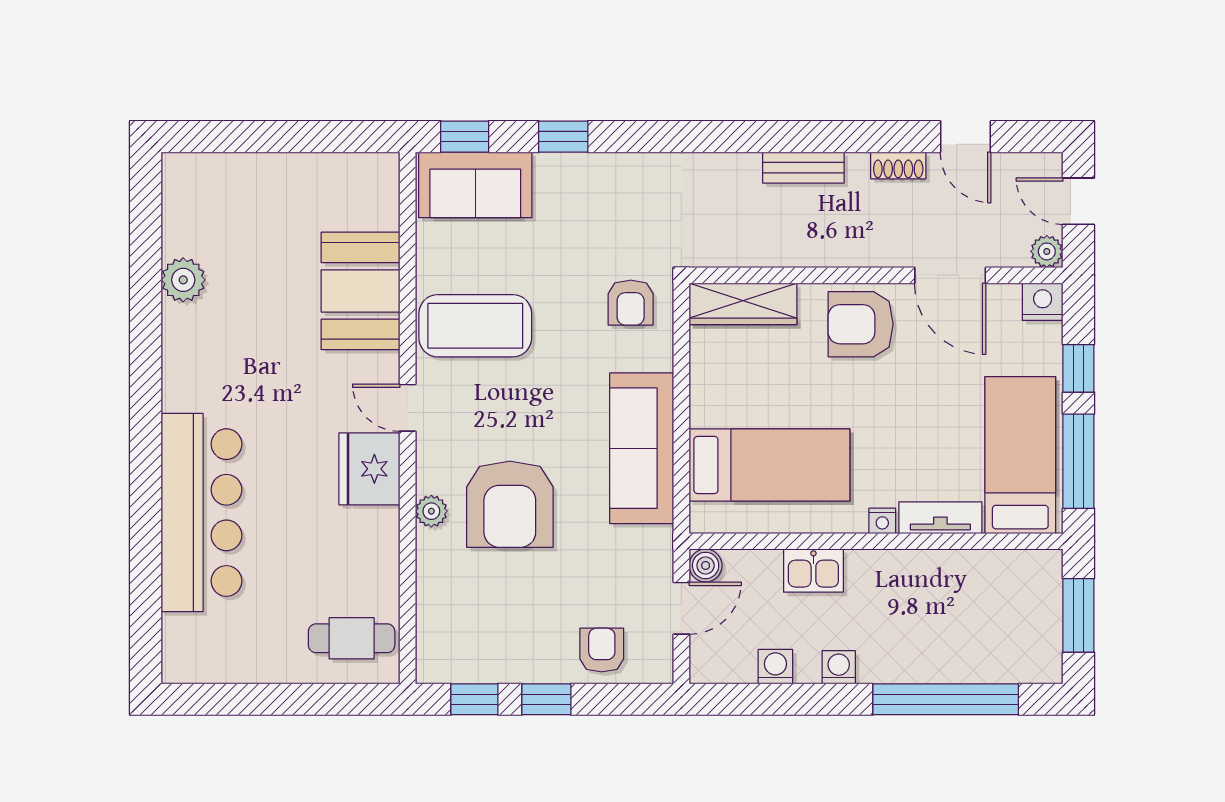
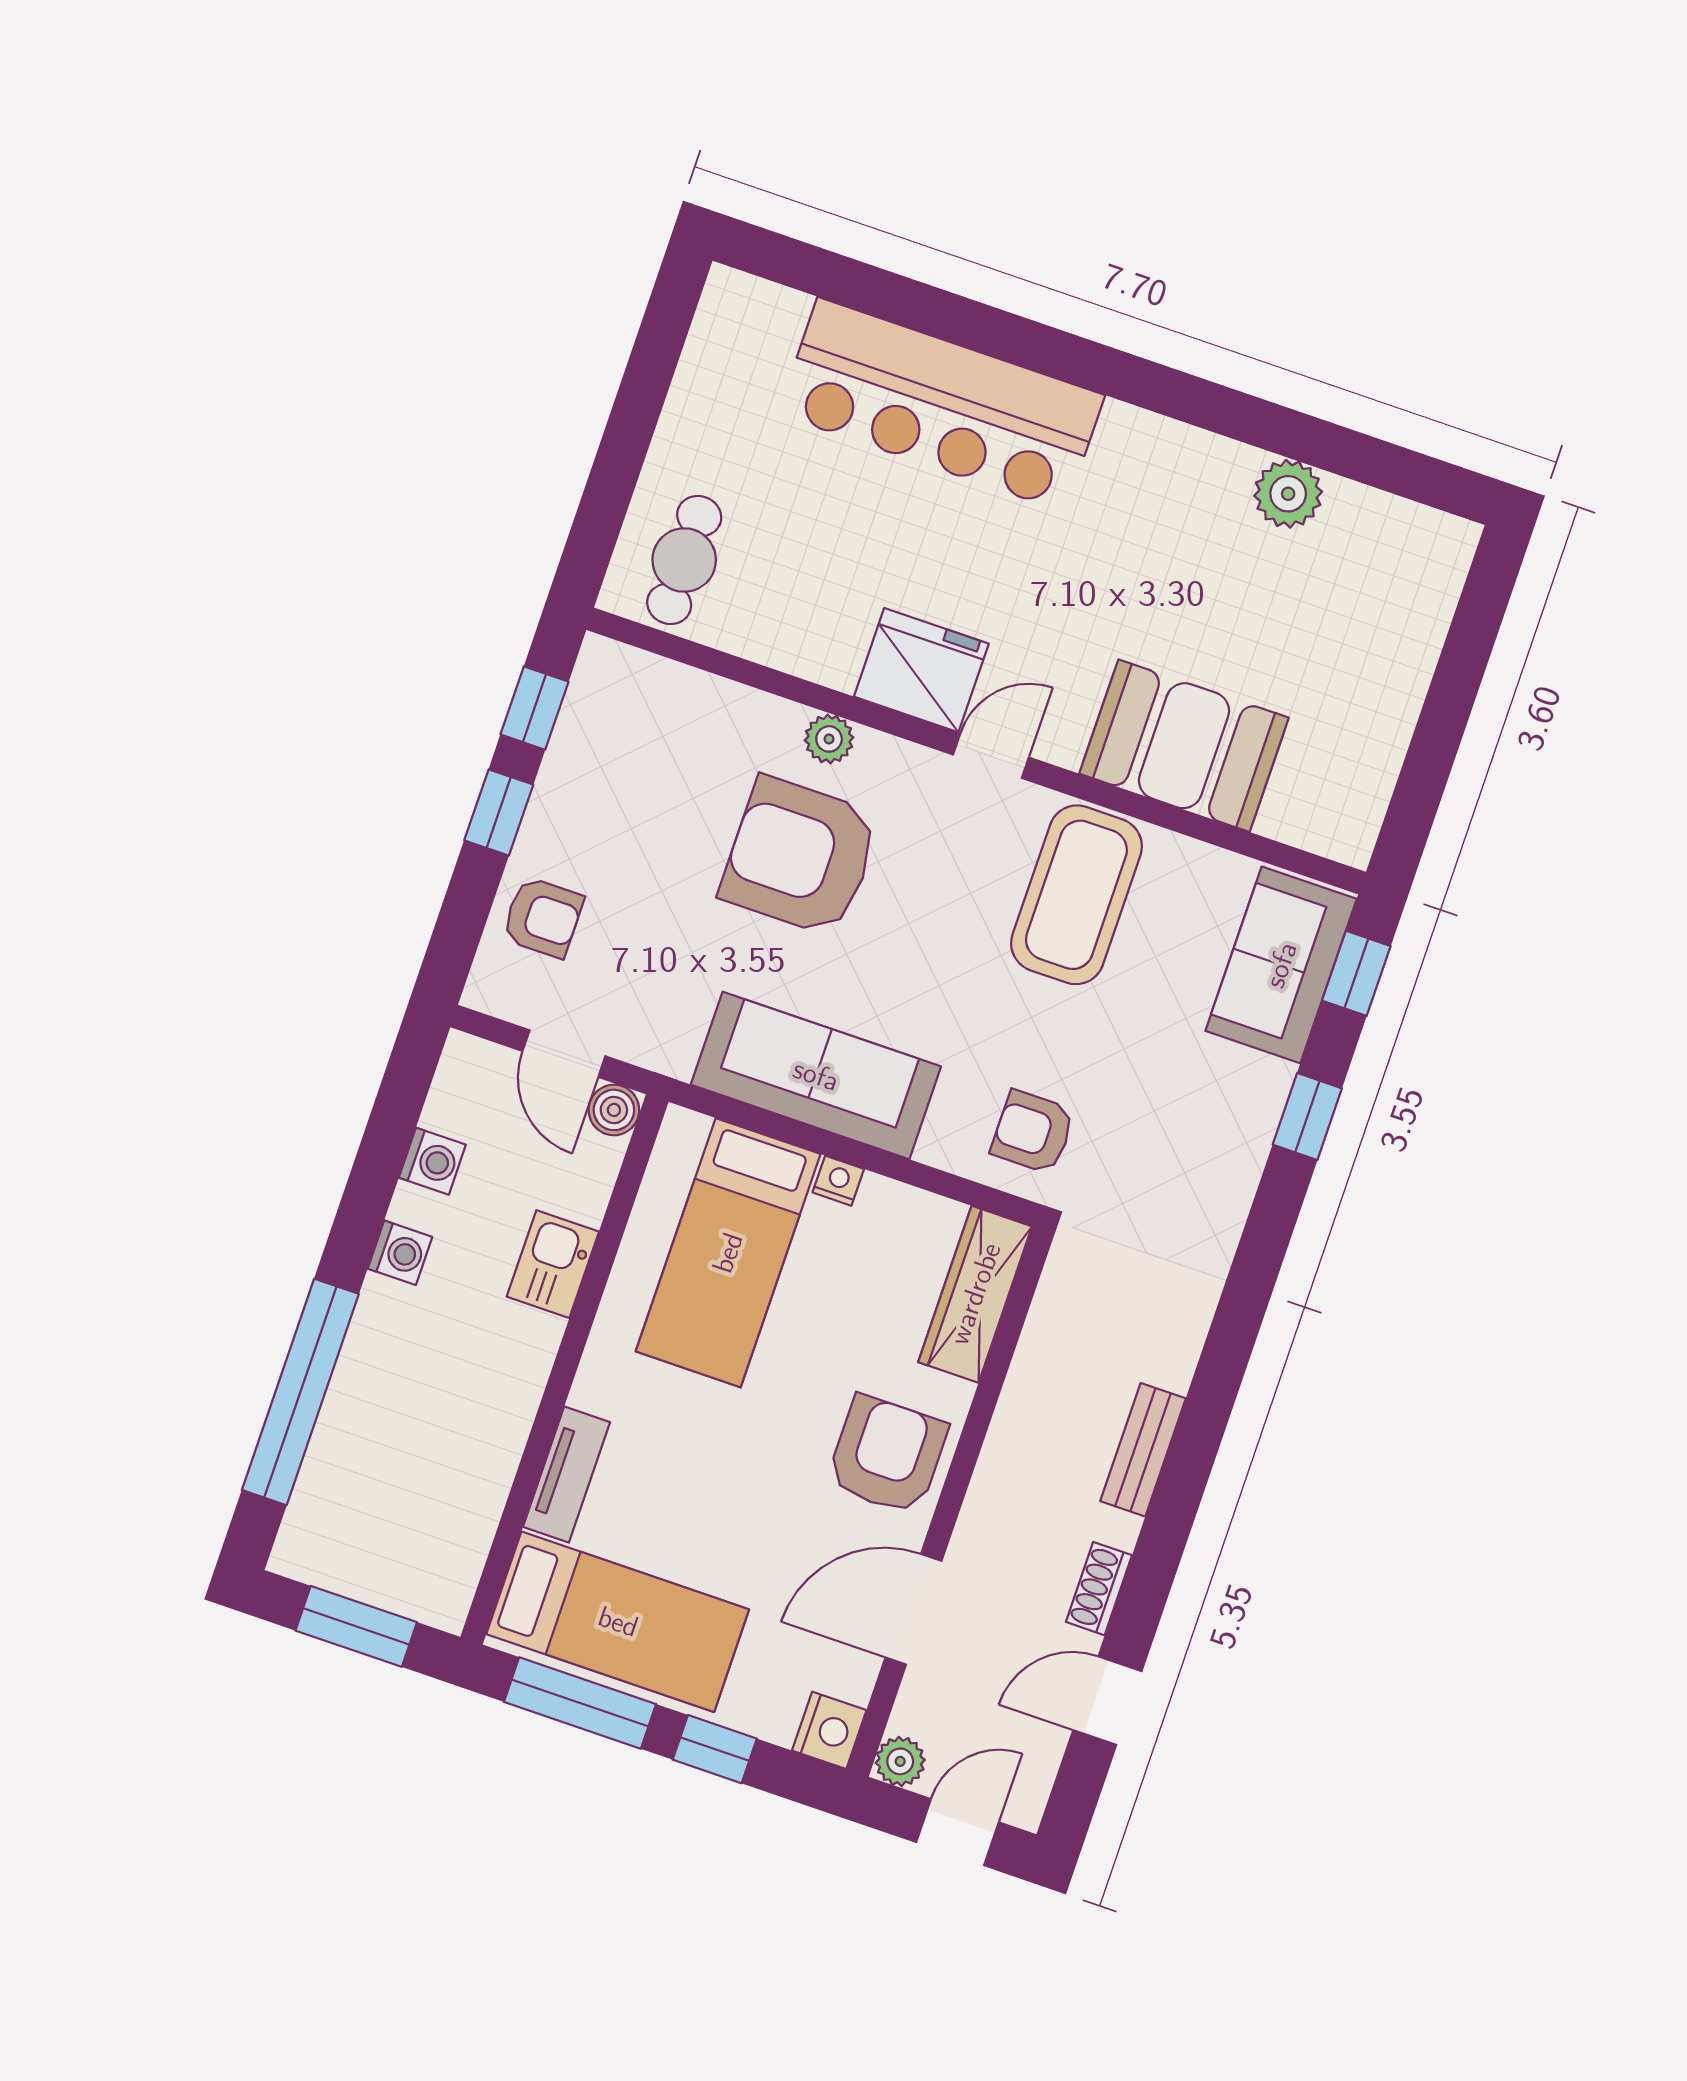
nightstand: (882, 521) -> (838, 1181), moved, turned 90

